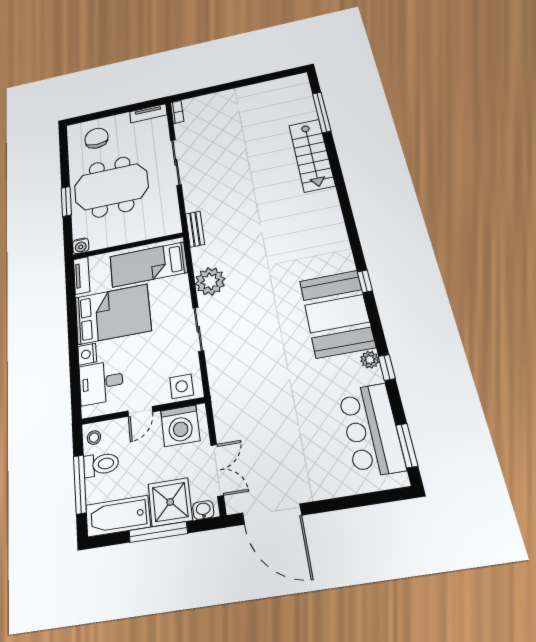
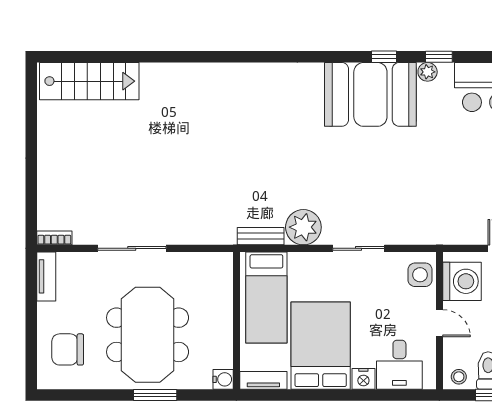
window: (322, 112) -> (104, 57), removed
stairs: (312, 155) -> (89, 81), moved
bench: (195, 229) -> (261, 236), moved
window: (365, 281) -> (384, 57), moved

